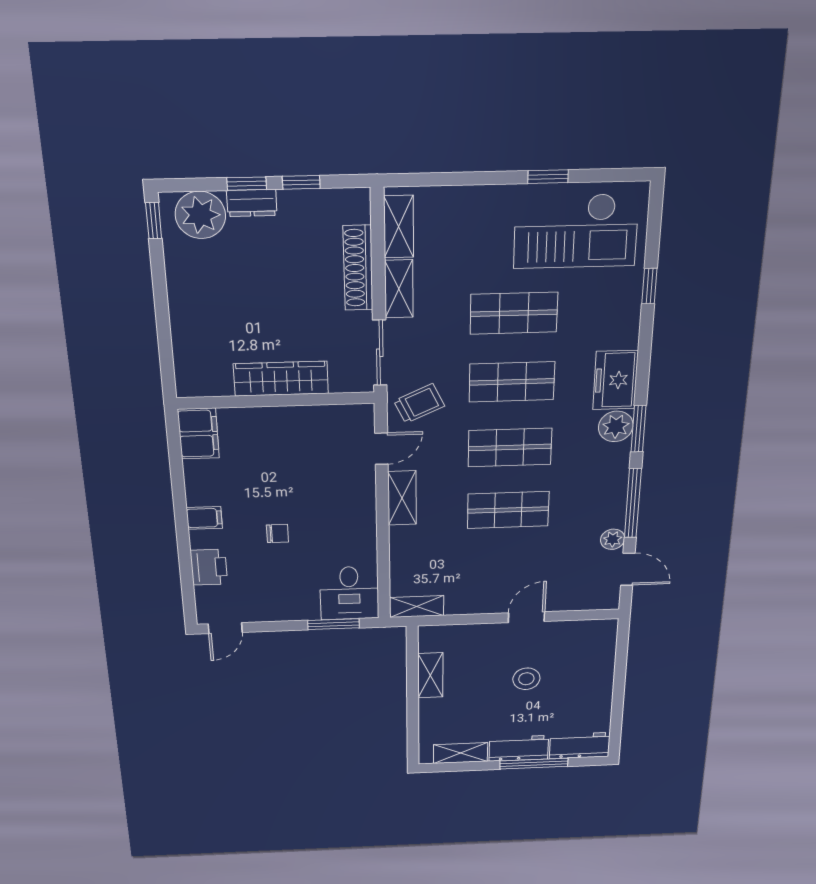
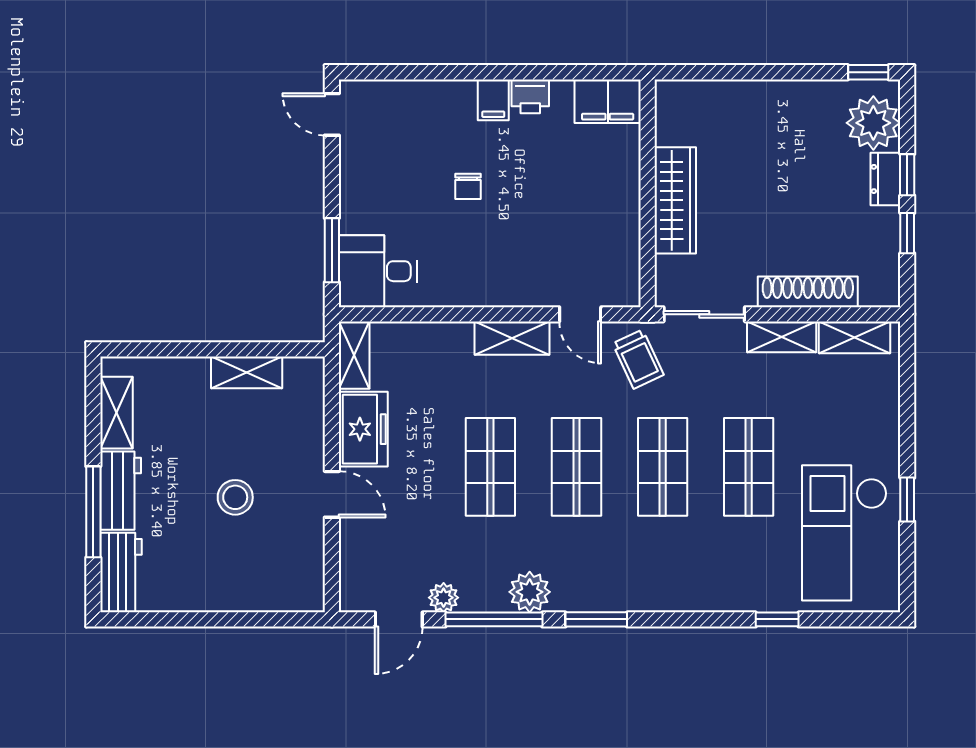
freezer: (616, 380) -> (363, 429), moved, turned 90
plant: (616, 426) -> (530, 592), moved
printer: (209, 567) -> (530, 96), moved, width x0.73, depth x0.81

